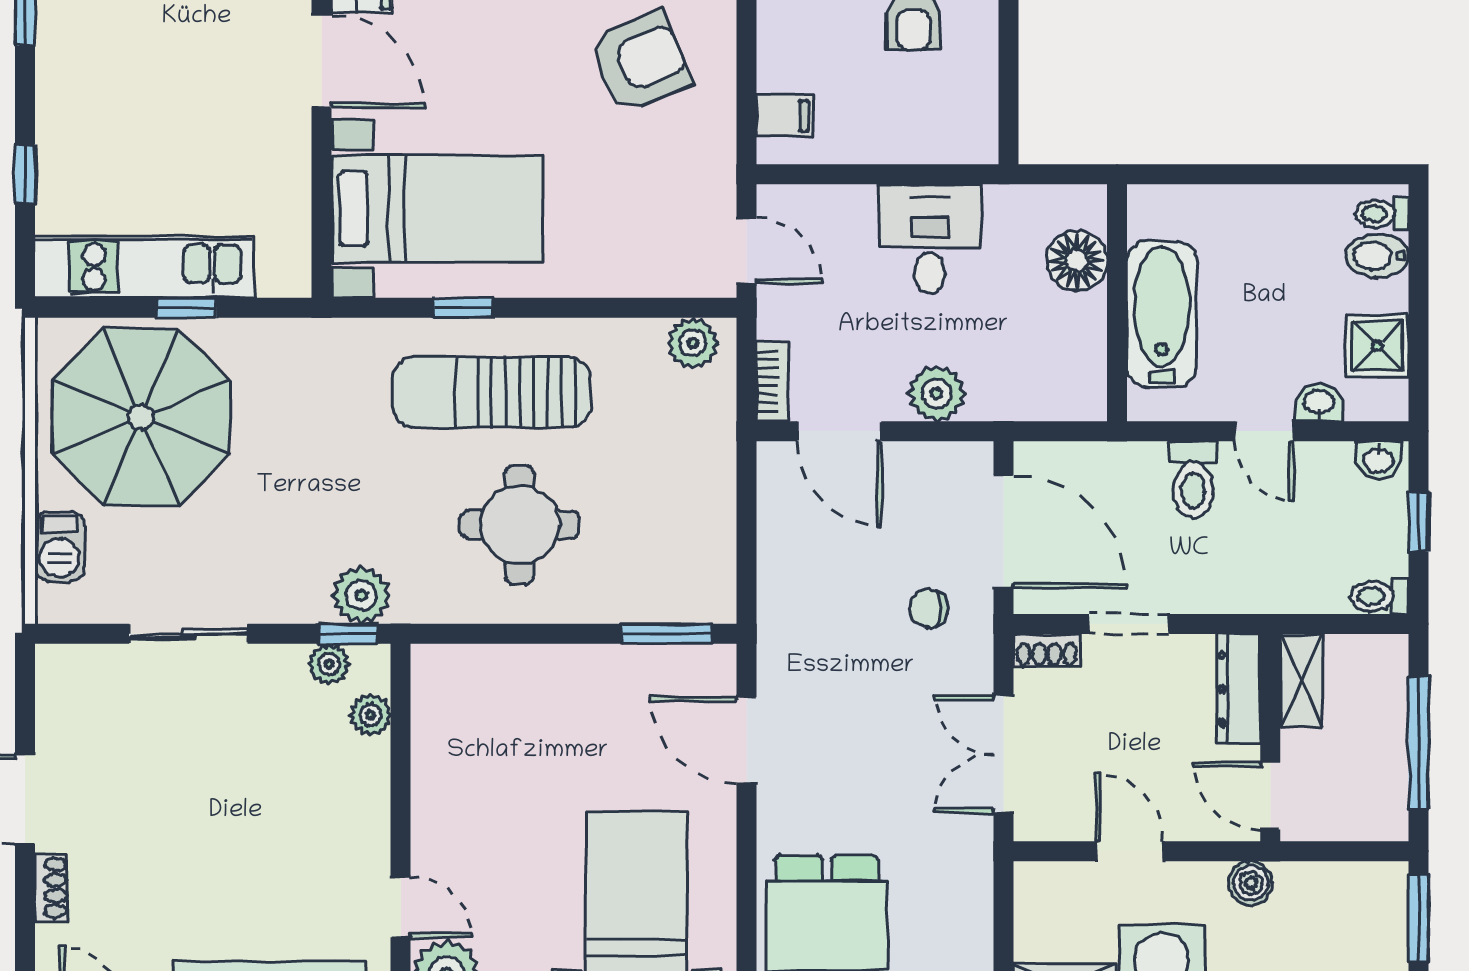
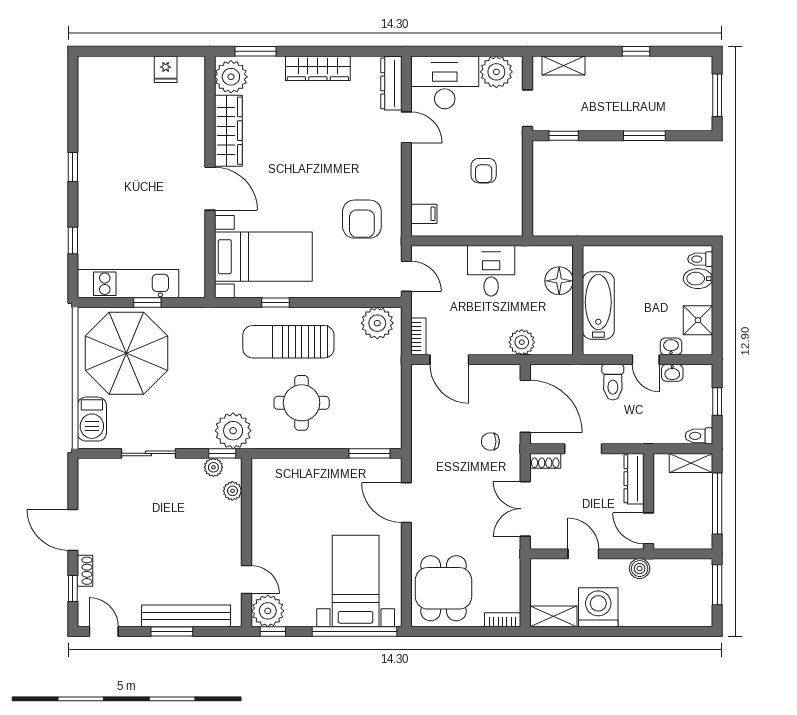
armchair: (640, 62) -> (362, 219), moved, turned 113
plant: (693, 343) -> (377, 323), width x1.36, depth x1.36
plant: (937, 393) -> (522, 342), moved
washbasin: (1378, 460) -> (672, 373), moved
barbecue: (60, 547) -> (92, 419), width x1.38, depth x1.27
plant: (361, 595) -> (233, 431), width x1.36, depth x1.36
shelving: (1301, 680) -> (691, 463), moved, turned 90
window: (25, 926) -> (73, 589), added

